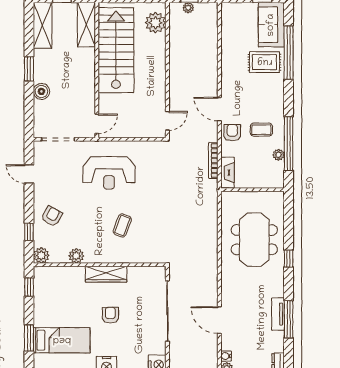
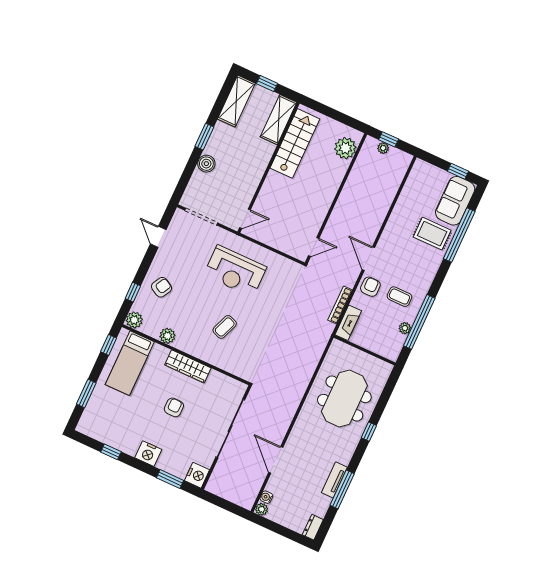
stairs: (116, 50) -> (295, 143), width x0.73, depth x0.66
bed: (62, 340) -> (130, 363), moved, turned 90

